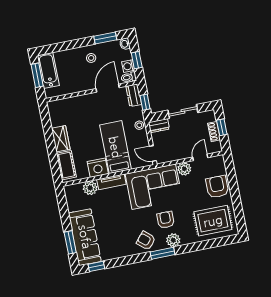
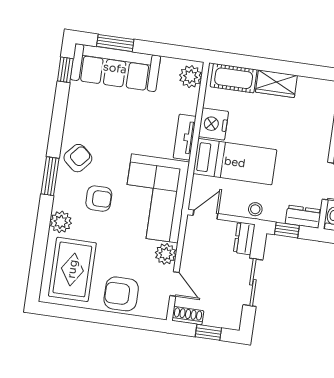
shoe rack: (214, 132) -> (188, 316), moved
armchair: (217, 187) -> (121, 294), turned 180
plant: (90, 188) -> (190, 77), moved
plant: (173, 240) -> (61, 222), moved

